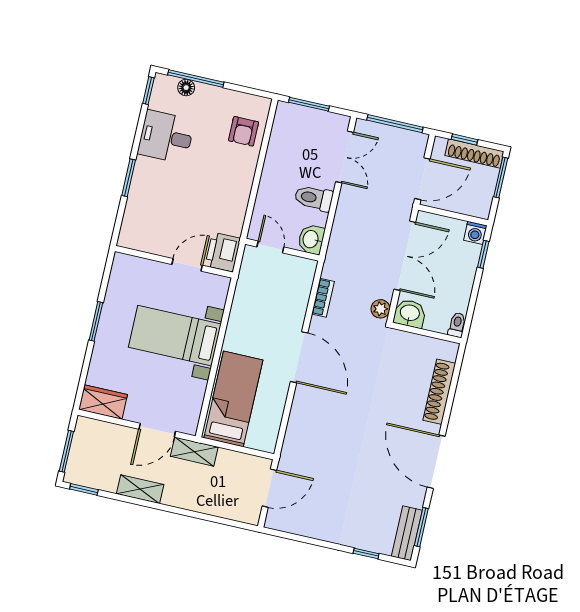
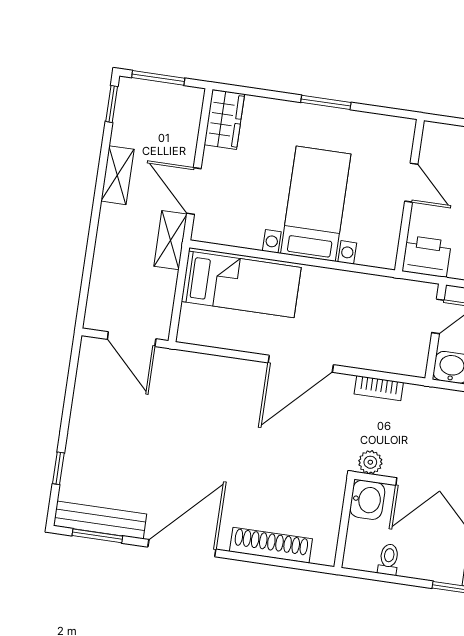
door: (187, 265) -> (411, 183), moved
toilet: (457, 325) -> (389, 559), moved, turned -90
bench: (407, 533) -> (100, 520), width x1.36

